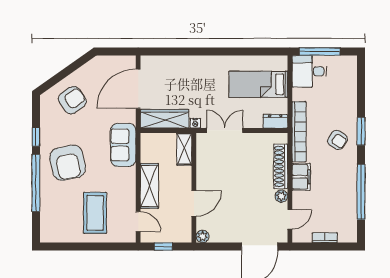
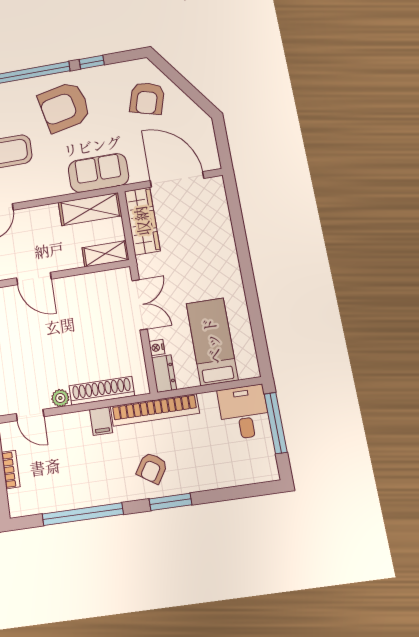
armchair: (72, 100) -> (147, 98), turned 51
nightstand: (195, 123) -> (157, 348), moved
filing cabinet: (301, 177) -> (101, 421), width x0.50
shelving: (149, 186) -> (90, 209), moved

